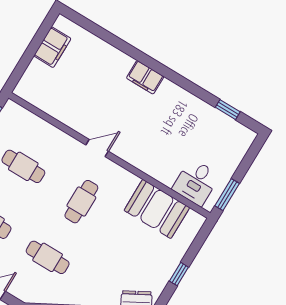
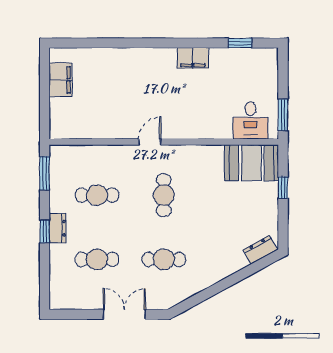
filing cabinet: (145, 77) -> (193, 58), moved
booth: (157, 209) -> (251, 163), moved
window: (179, 274) -> (283, 187), moved

